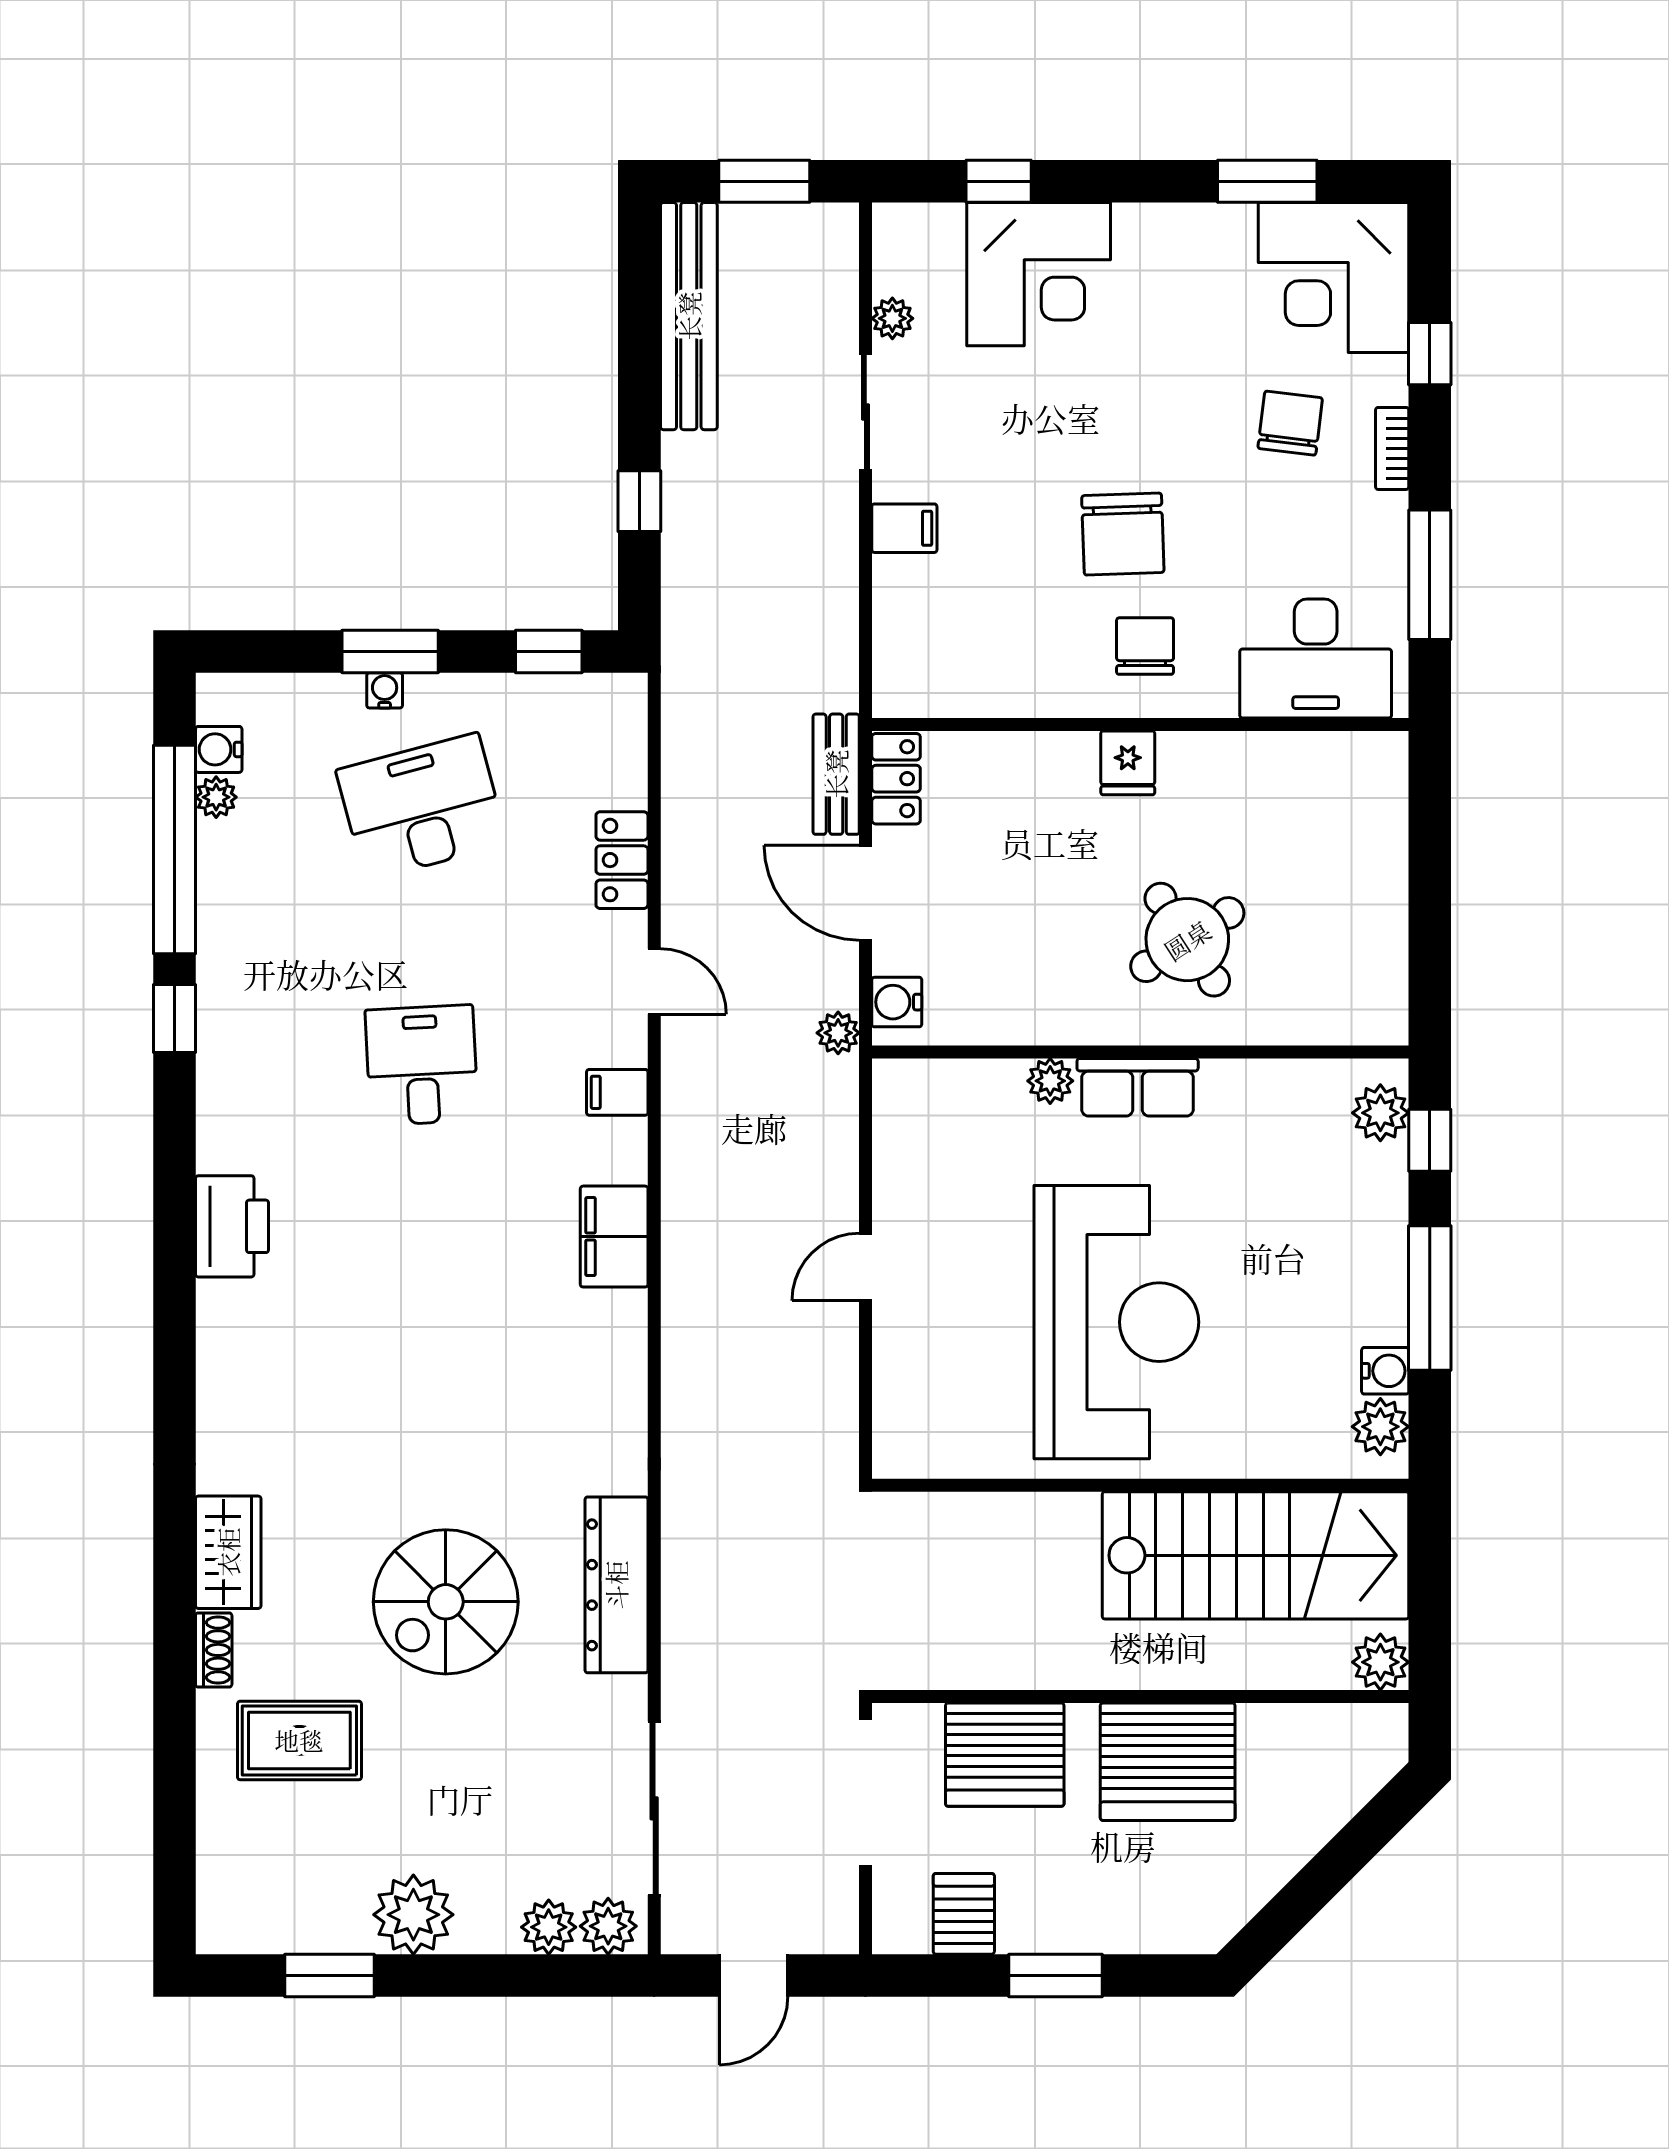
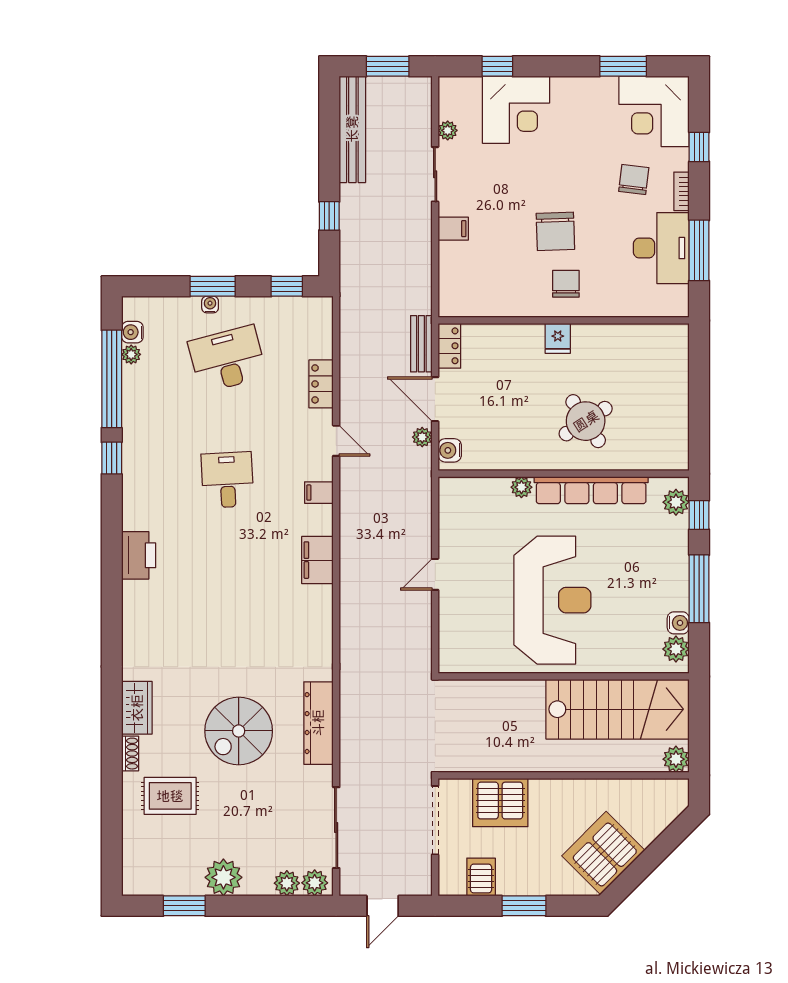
desk: (1316, 658) -> (661, 248), moved, turned -90
plant: (838, 1033) -> (422, 437), moved
row of seats: (1138, 1087) -> (591, 490), width x2.02
server rack: (1168, 1762) -> (603, 853), moved, turned 135

